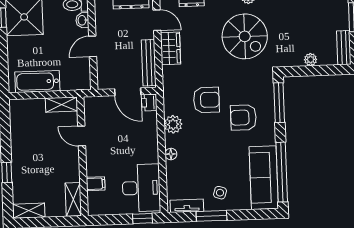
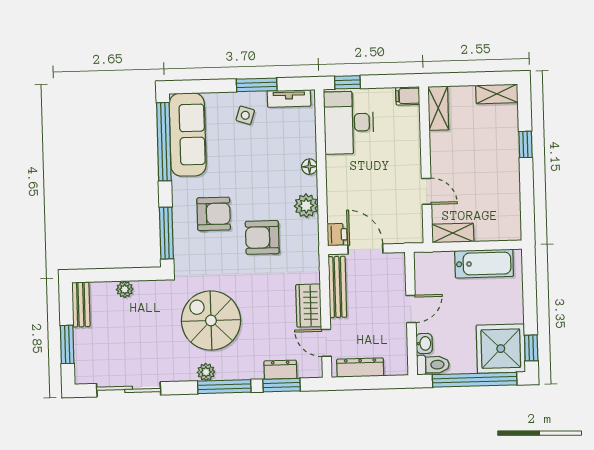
filing cabinet: (96, 184) -> (408, 96), moved

